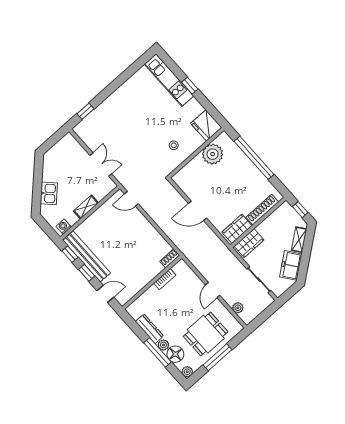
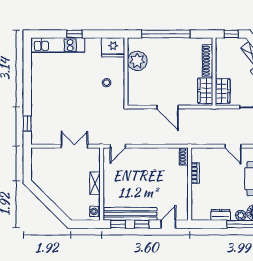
kitchen sink: (49, 193) -> (62, 201), removed
door: (197, 211) -> (168, 107), hinge flipped
dresser: (149, 329) -> (221, 215), width x0.70

